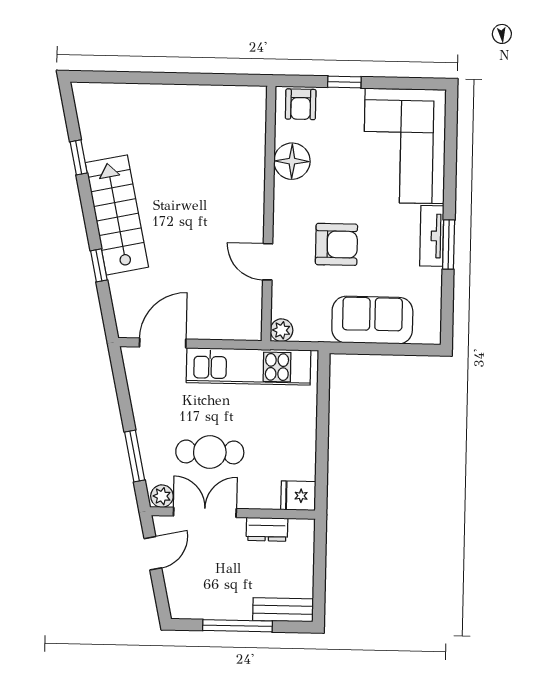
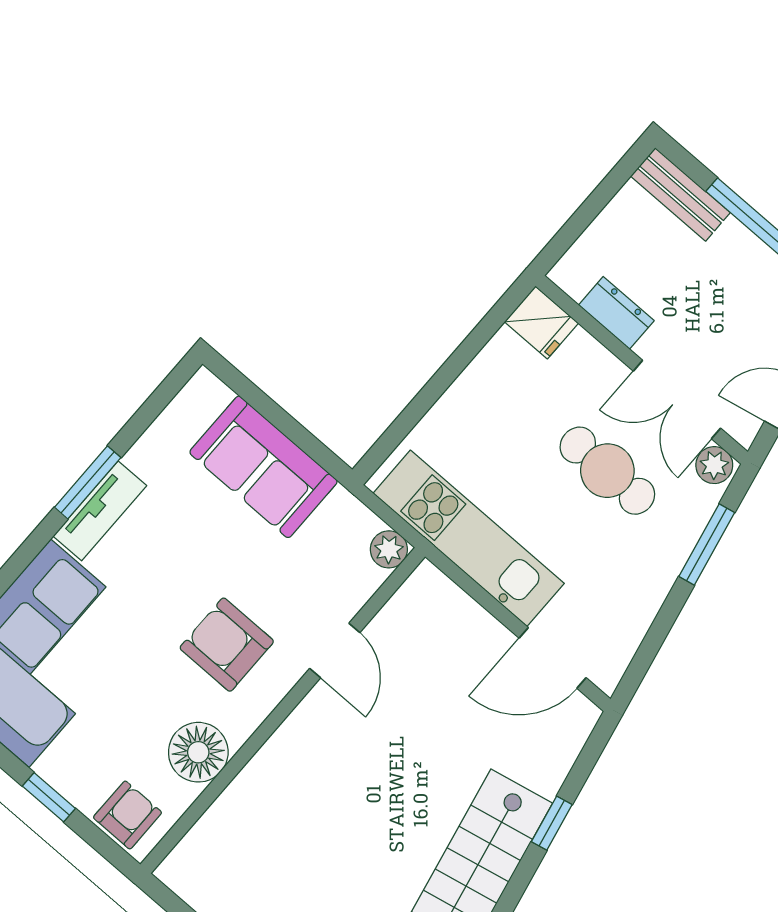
armchair: (336, 244) -> (227, 645), moved

